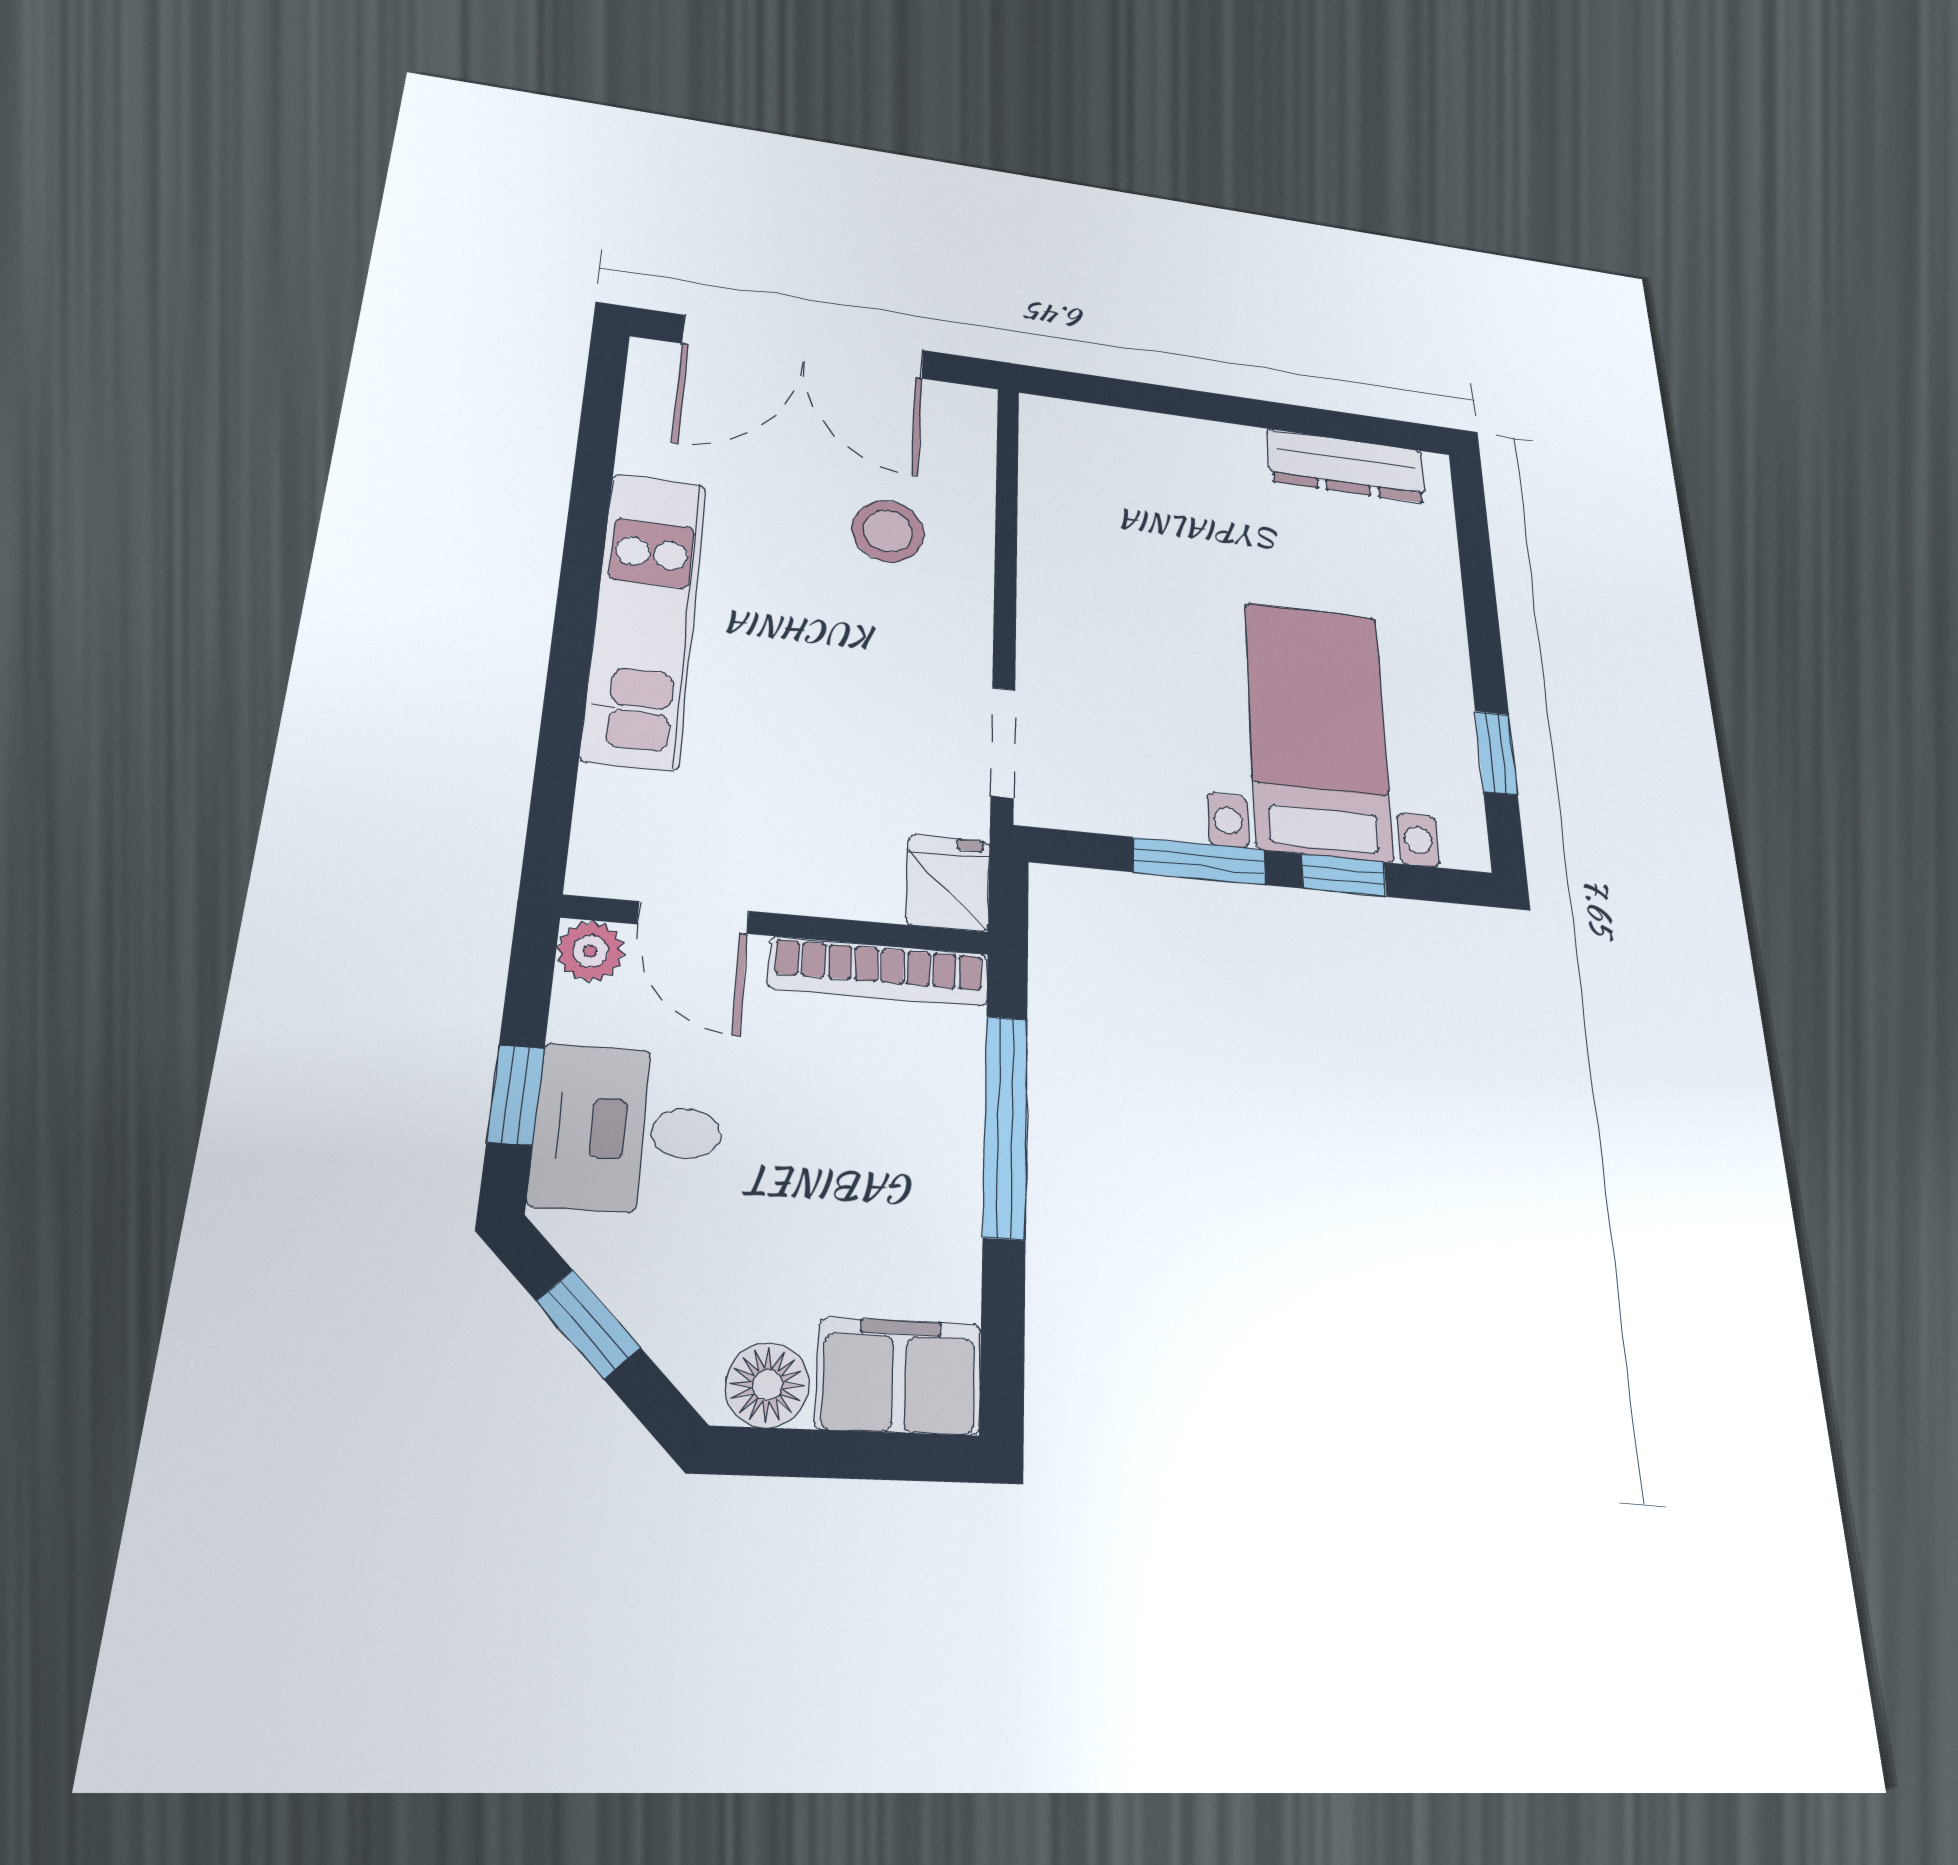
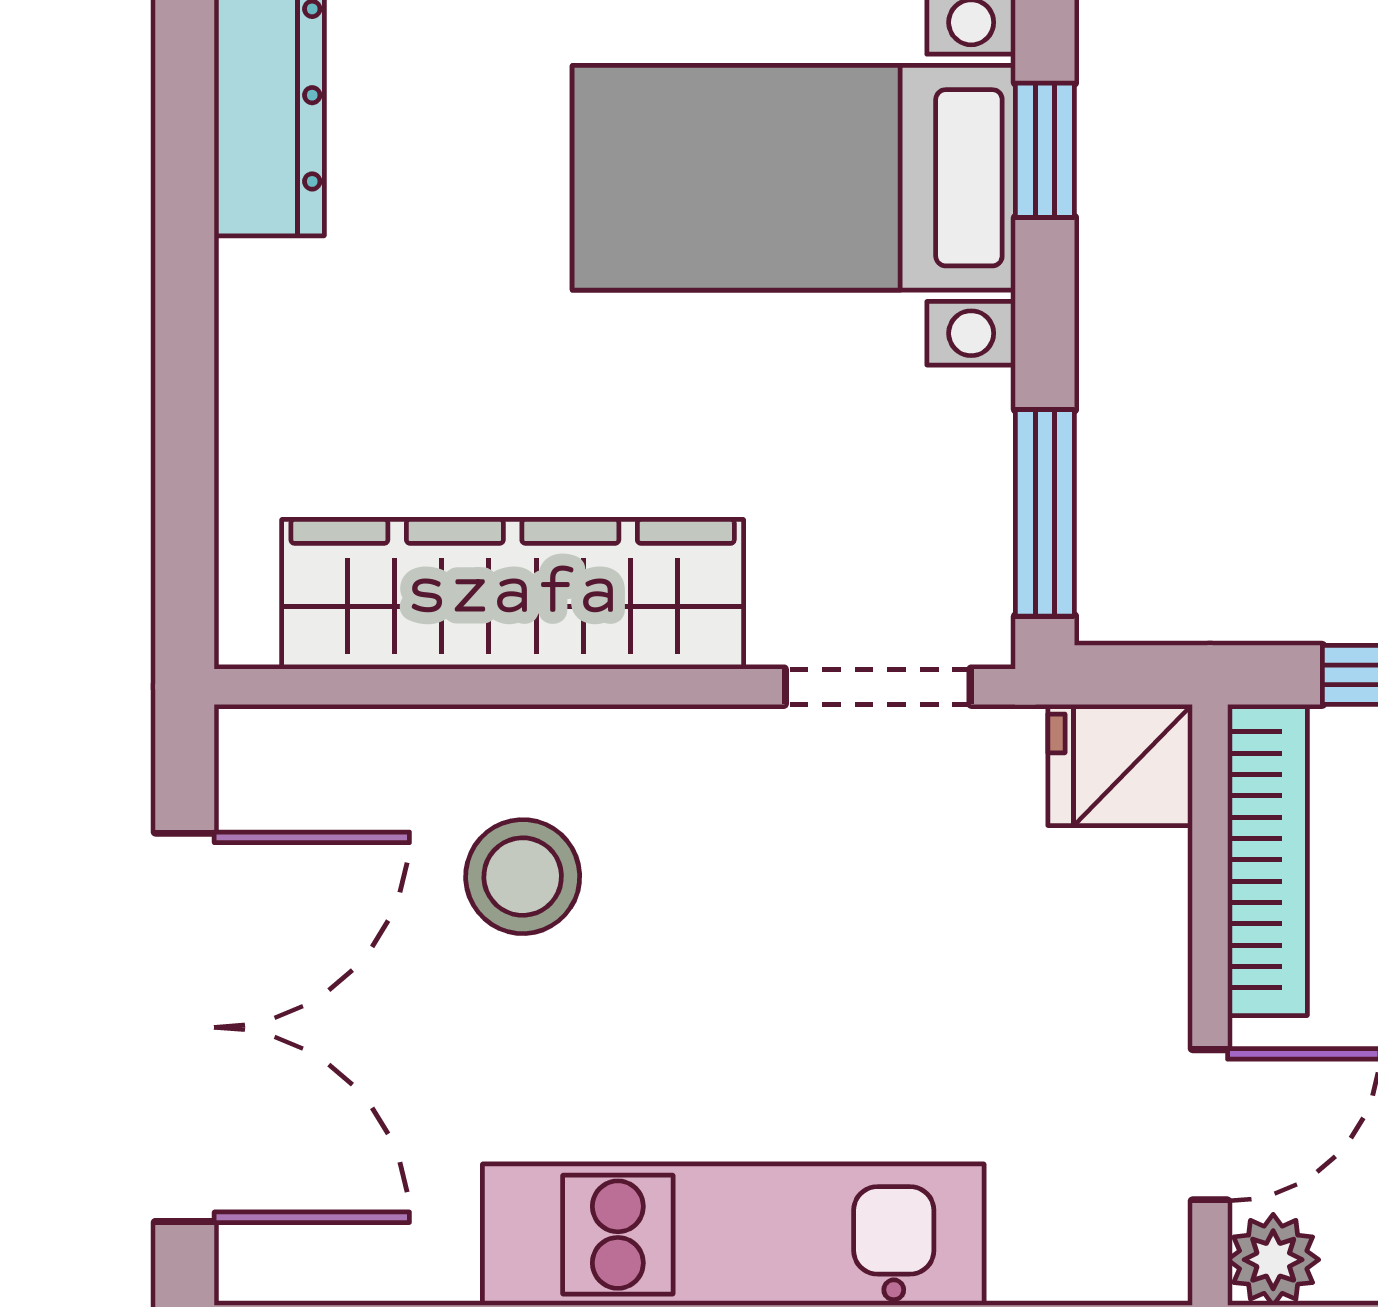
wardrobe: (1062, 548) -> (513, 594), added
window: (1199, 861) -> (1045, 513), moved

